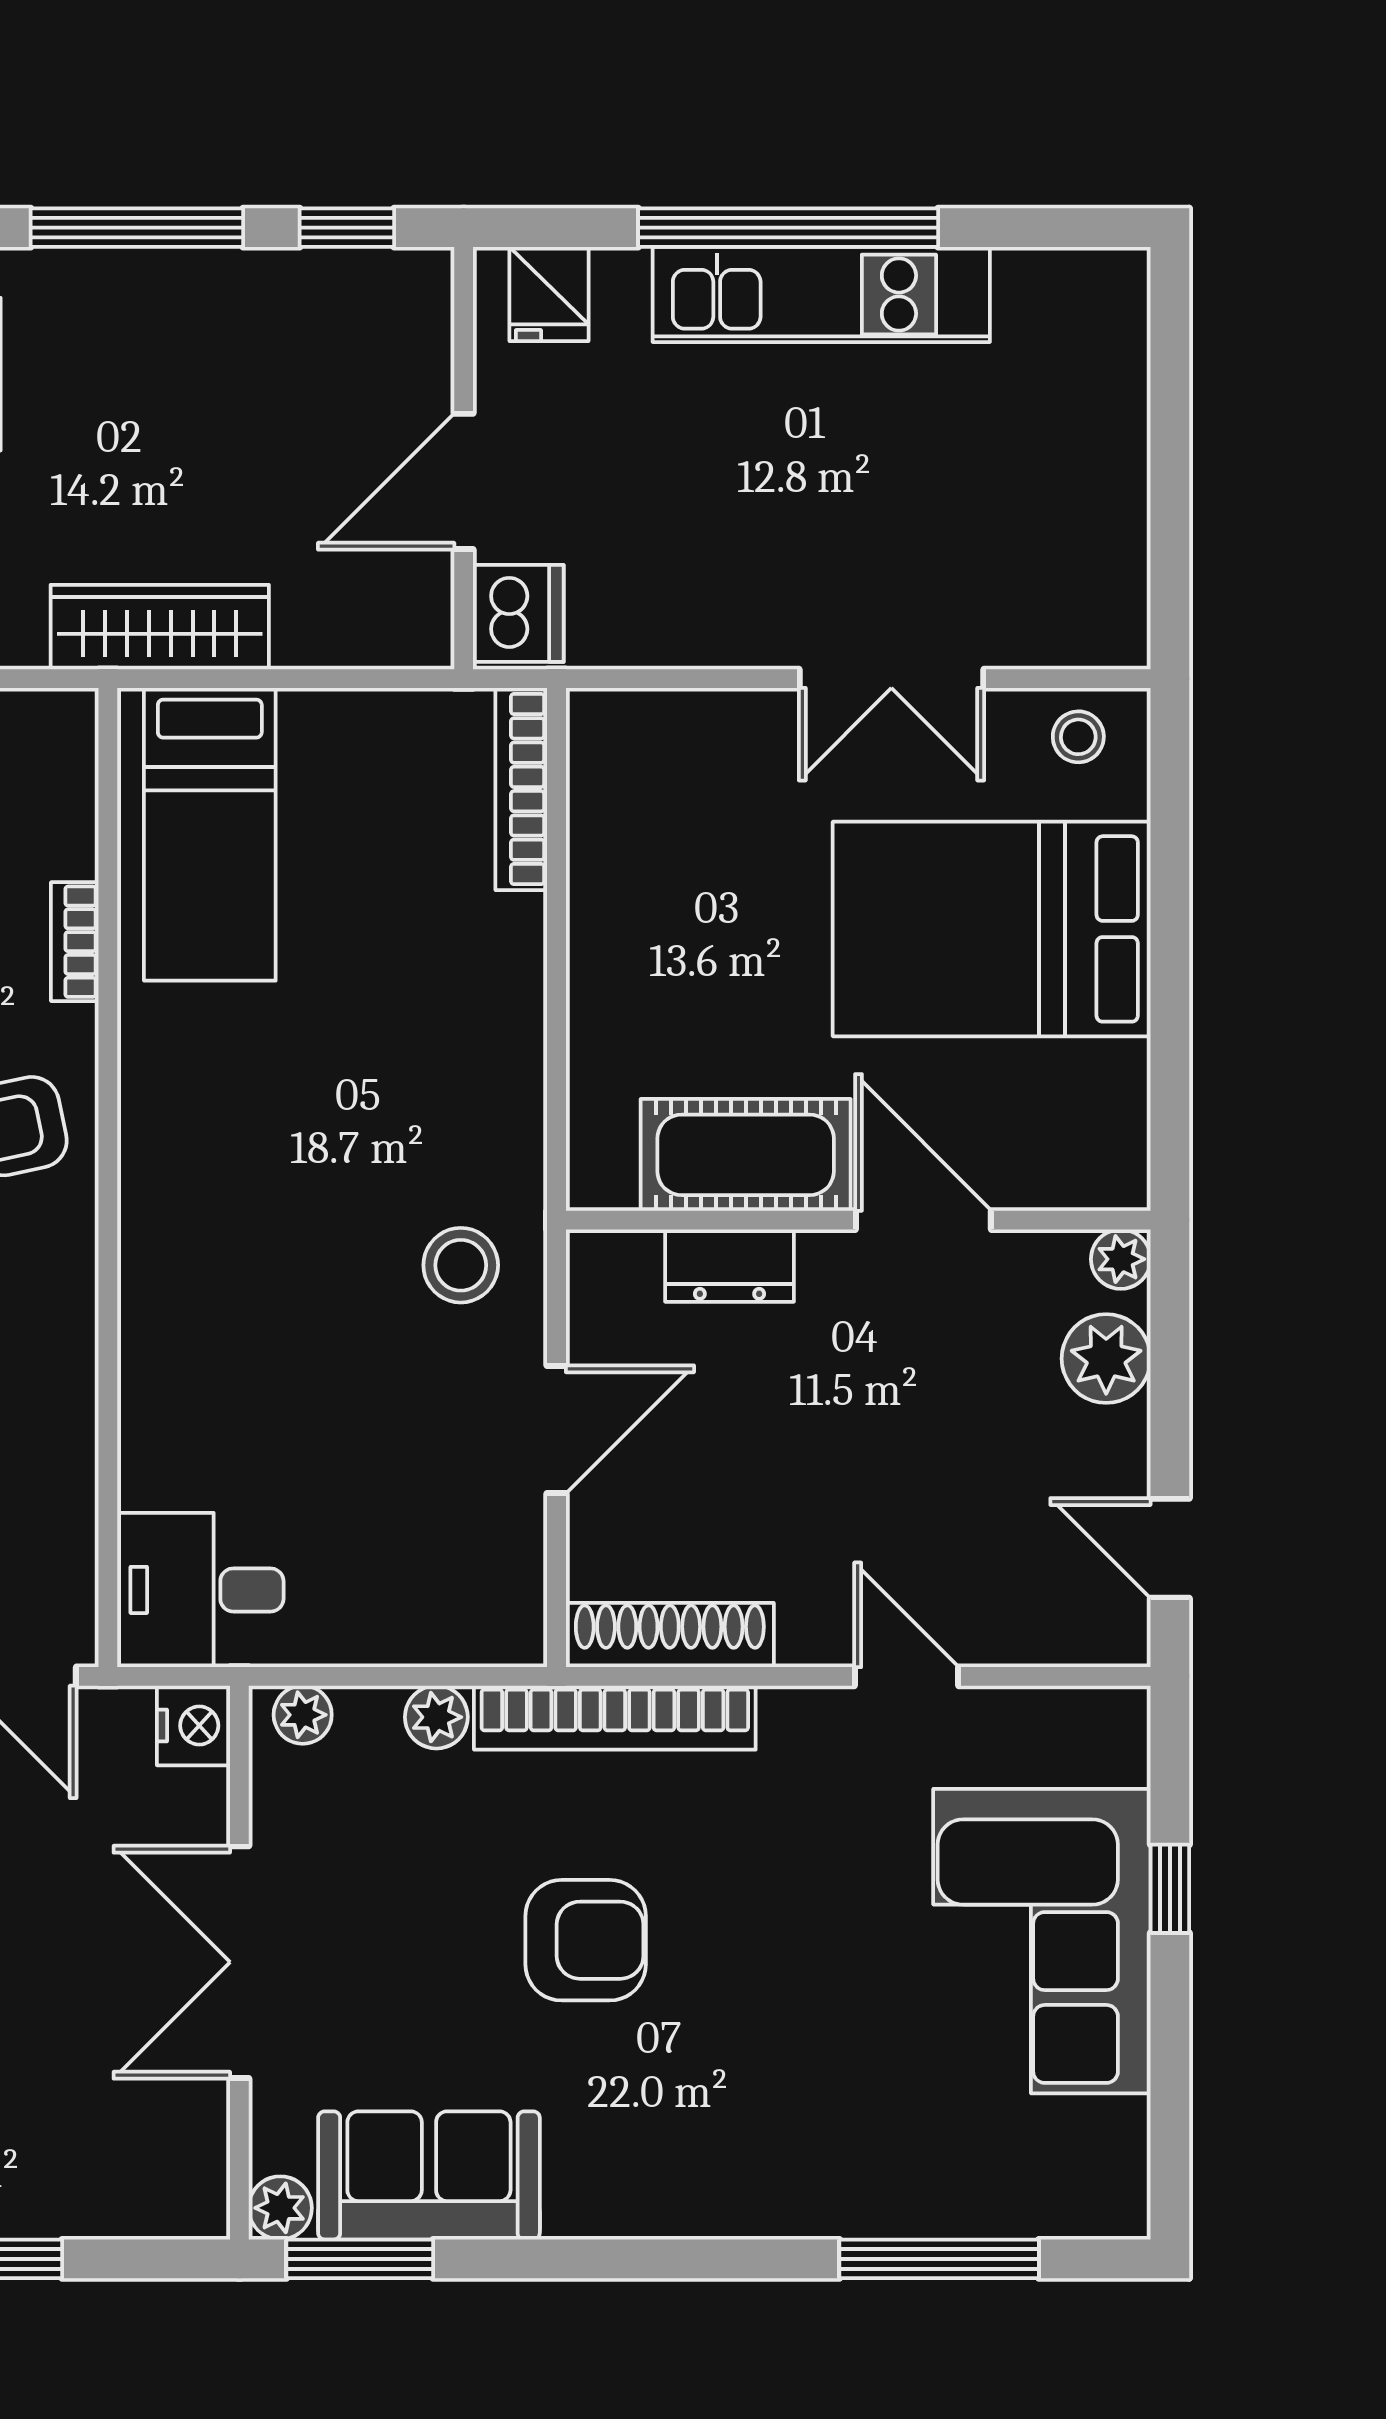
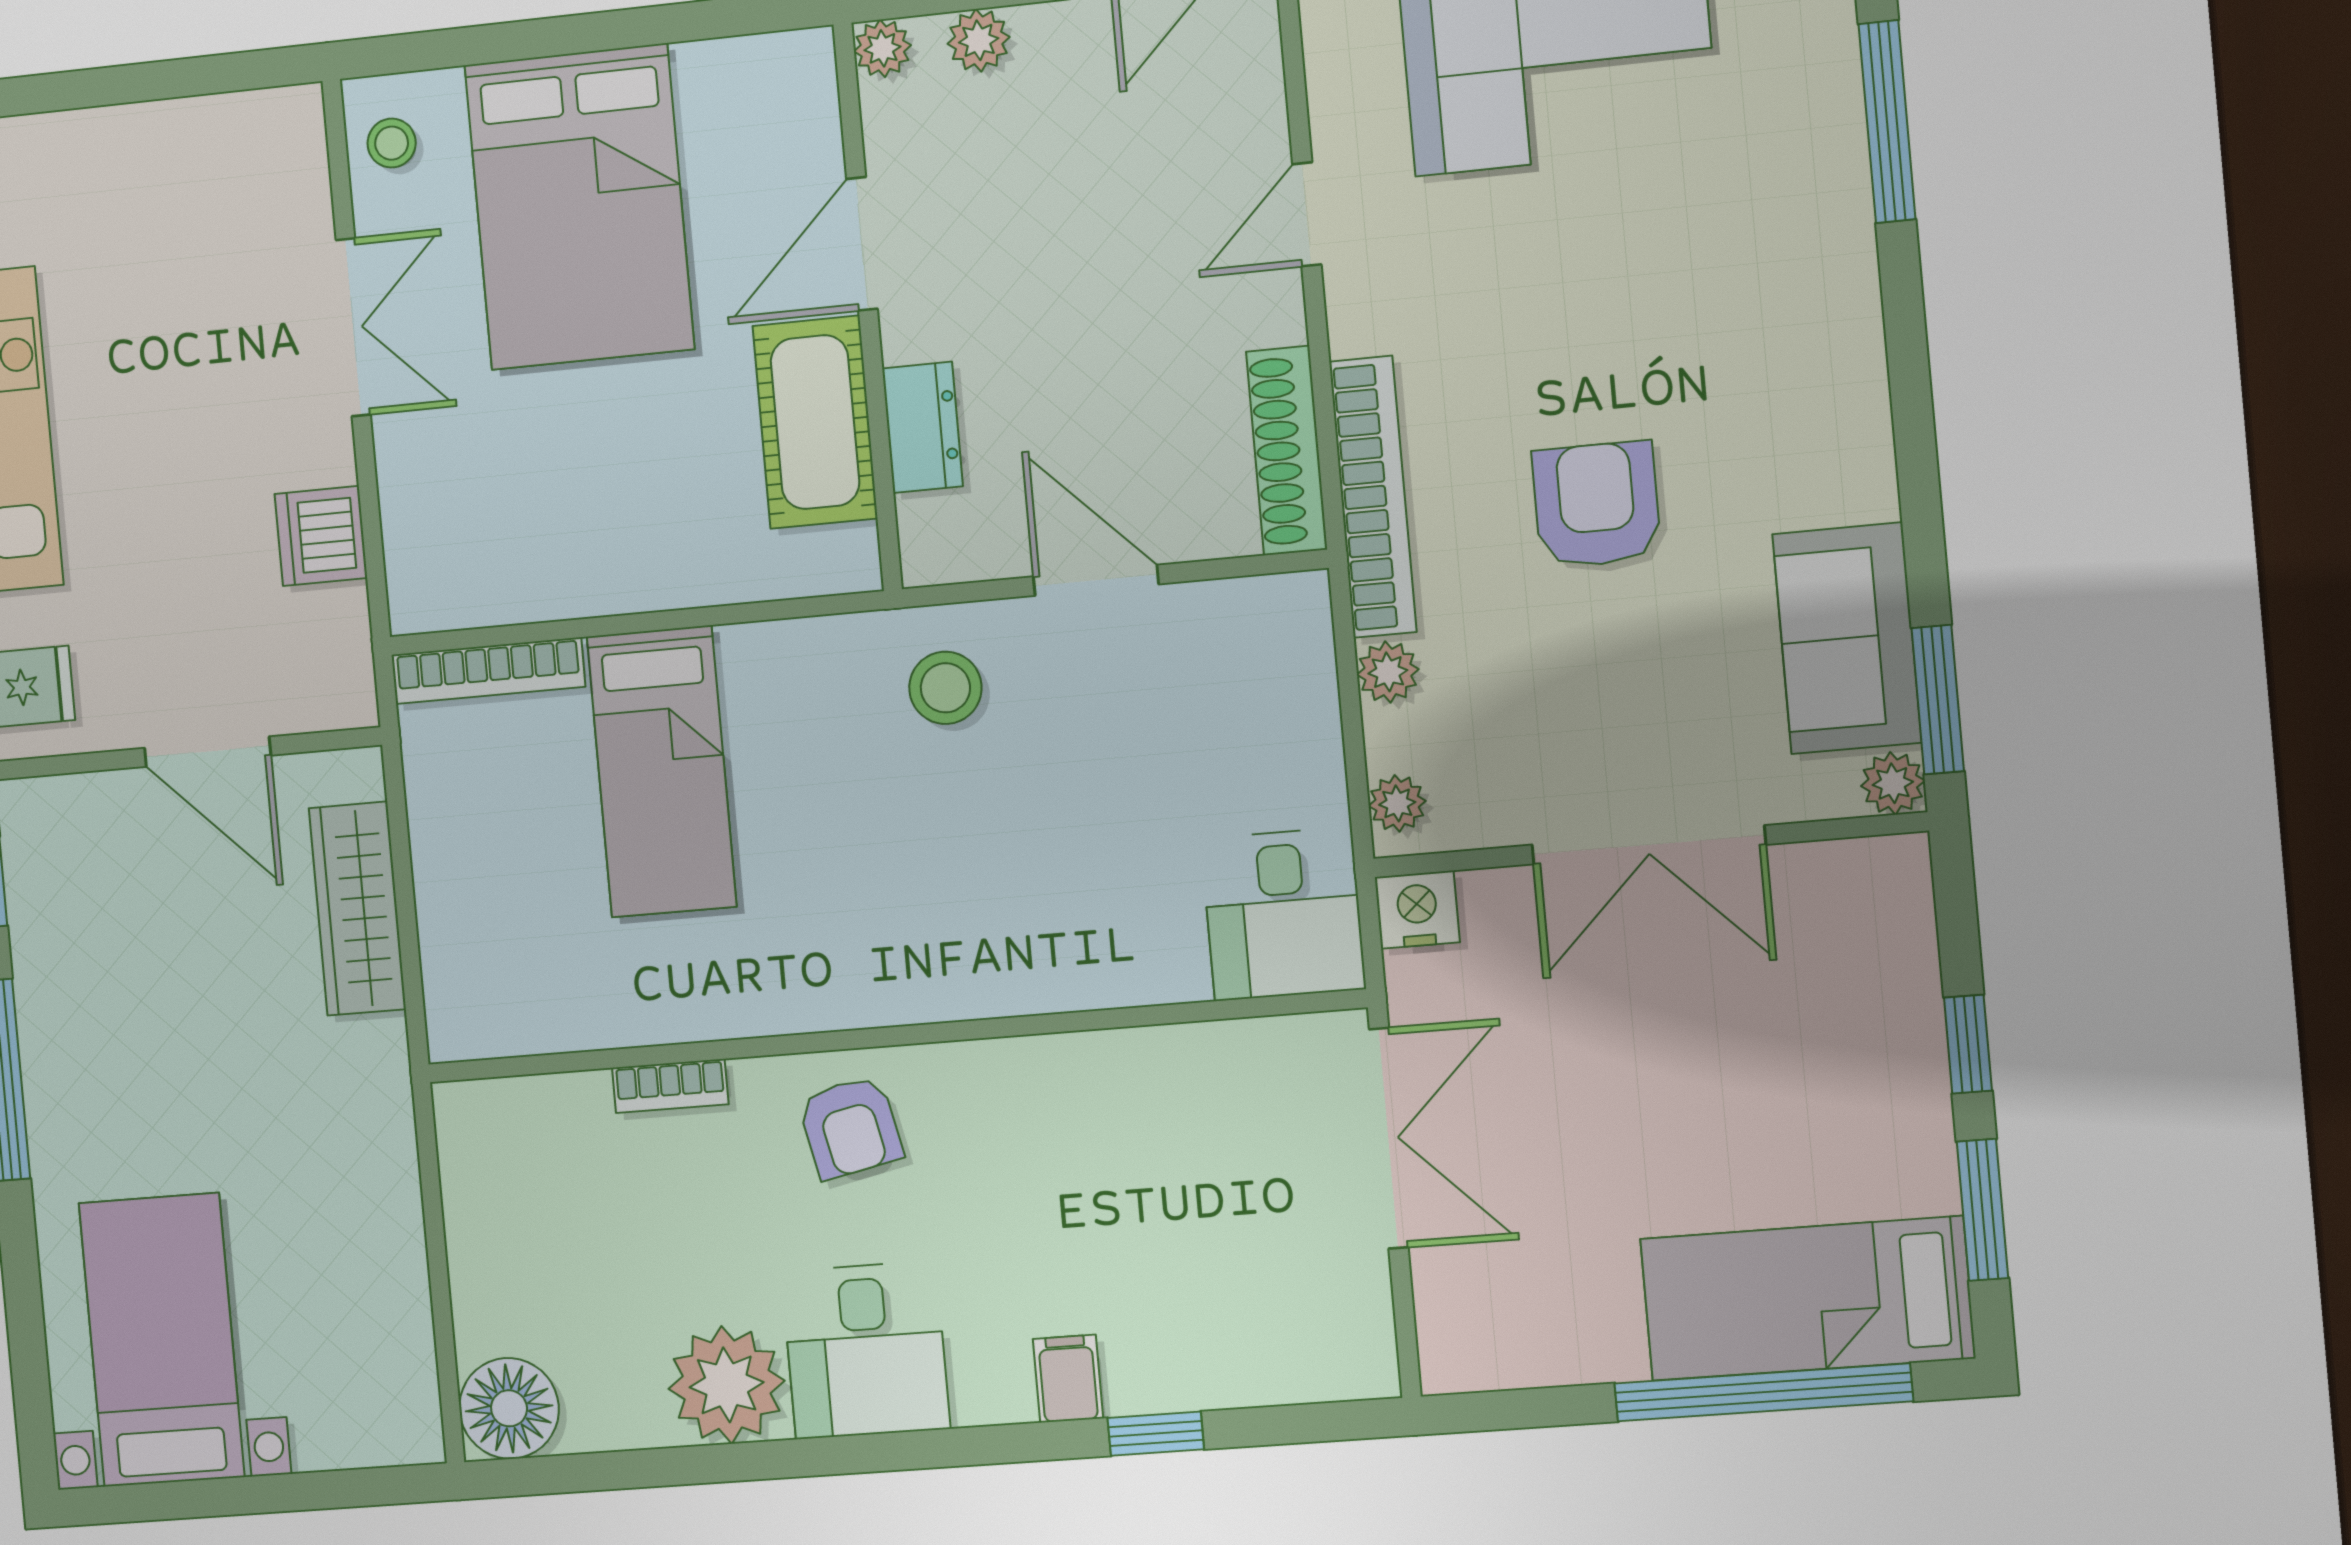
dishwasher: (518, 613) -> (321, 536), moved, turned -90
wardrobe: (160, 627) -> (357, 909), moved
bed: (210, 834) -> (662, 771), moved, turned 90
plant: (1106, 1359) -> (979, 40), width x0.73, depth x0.73

